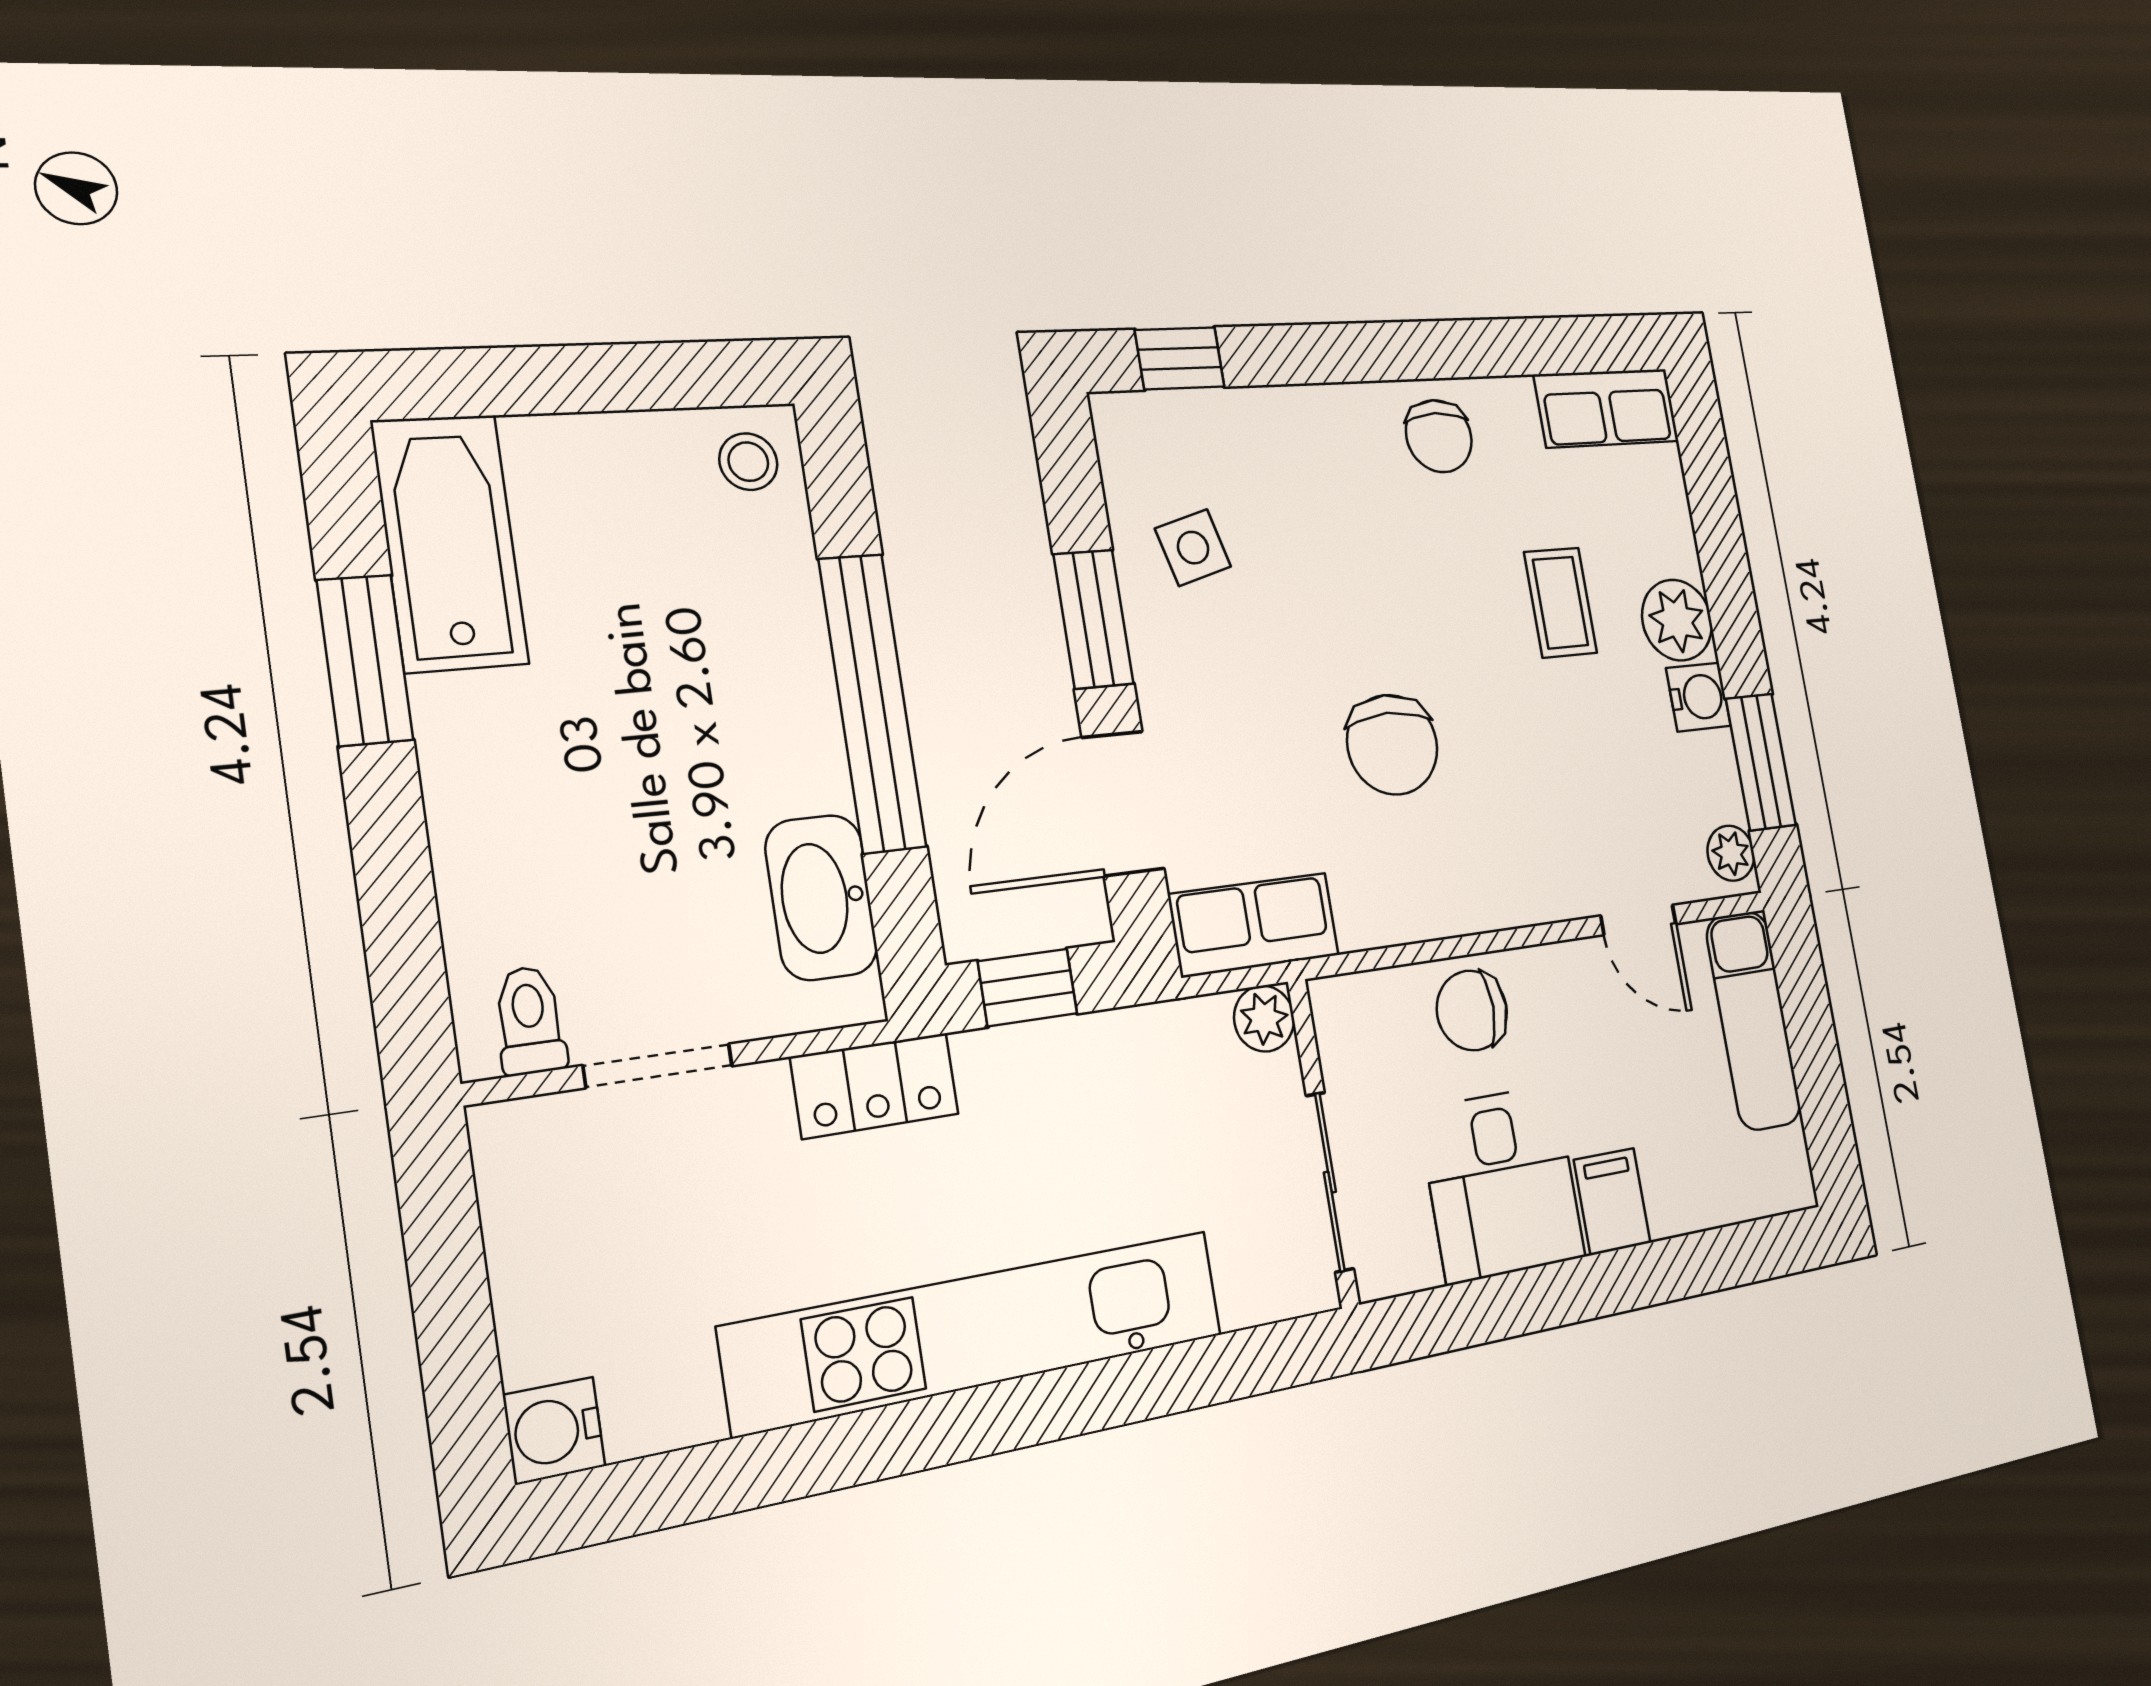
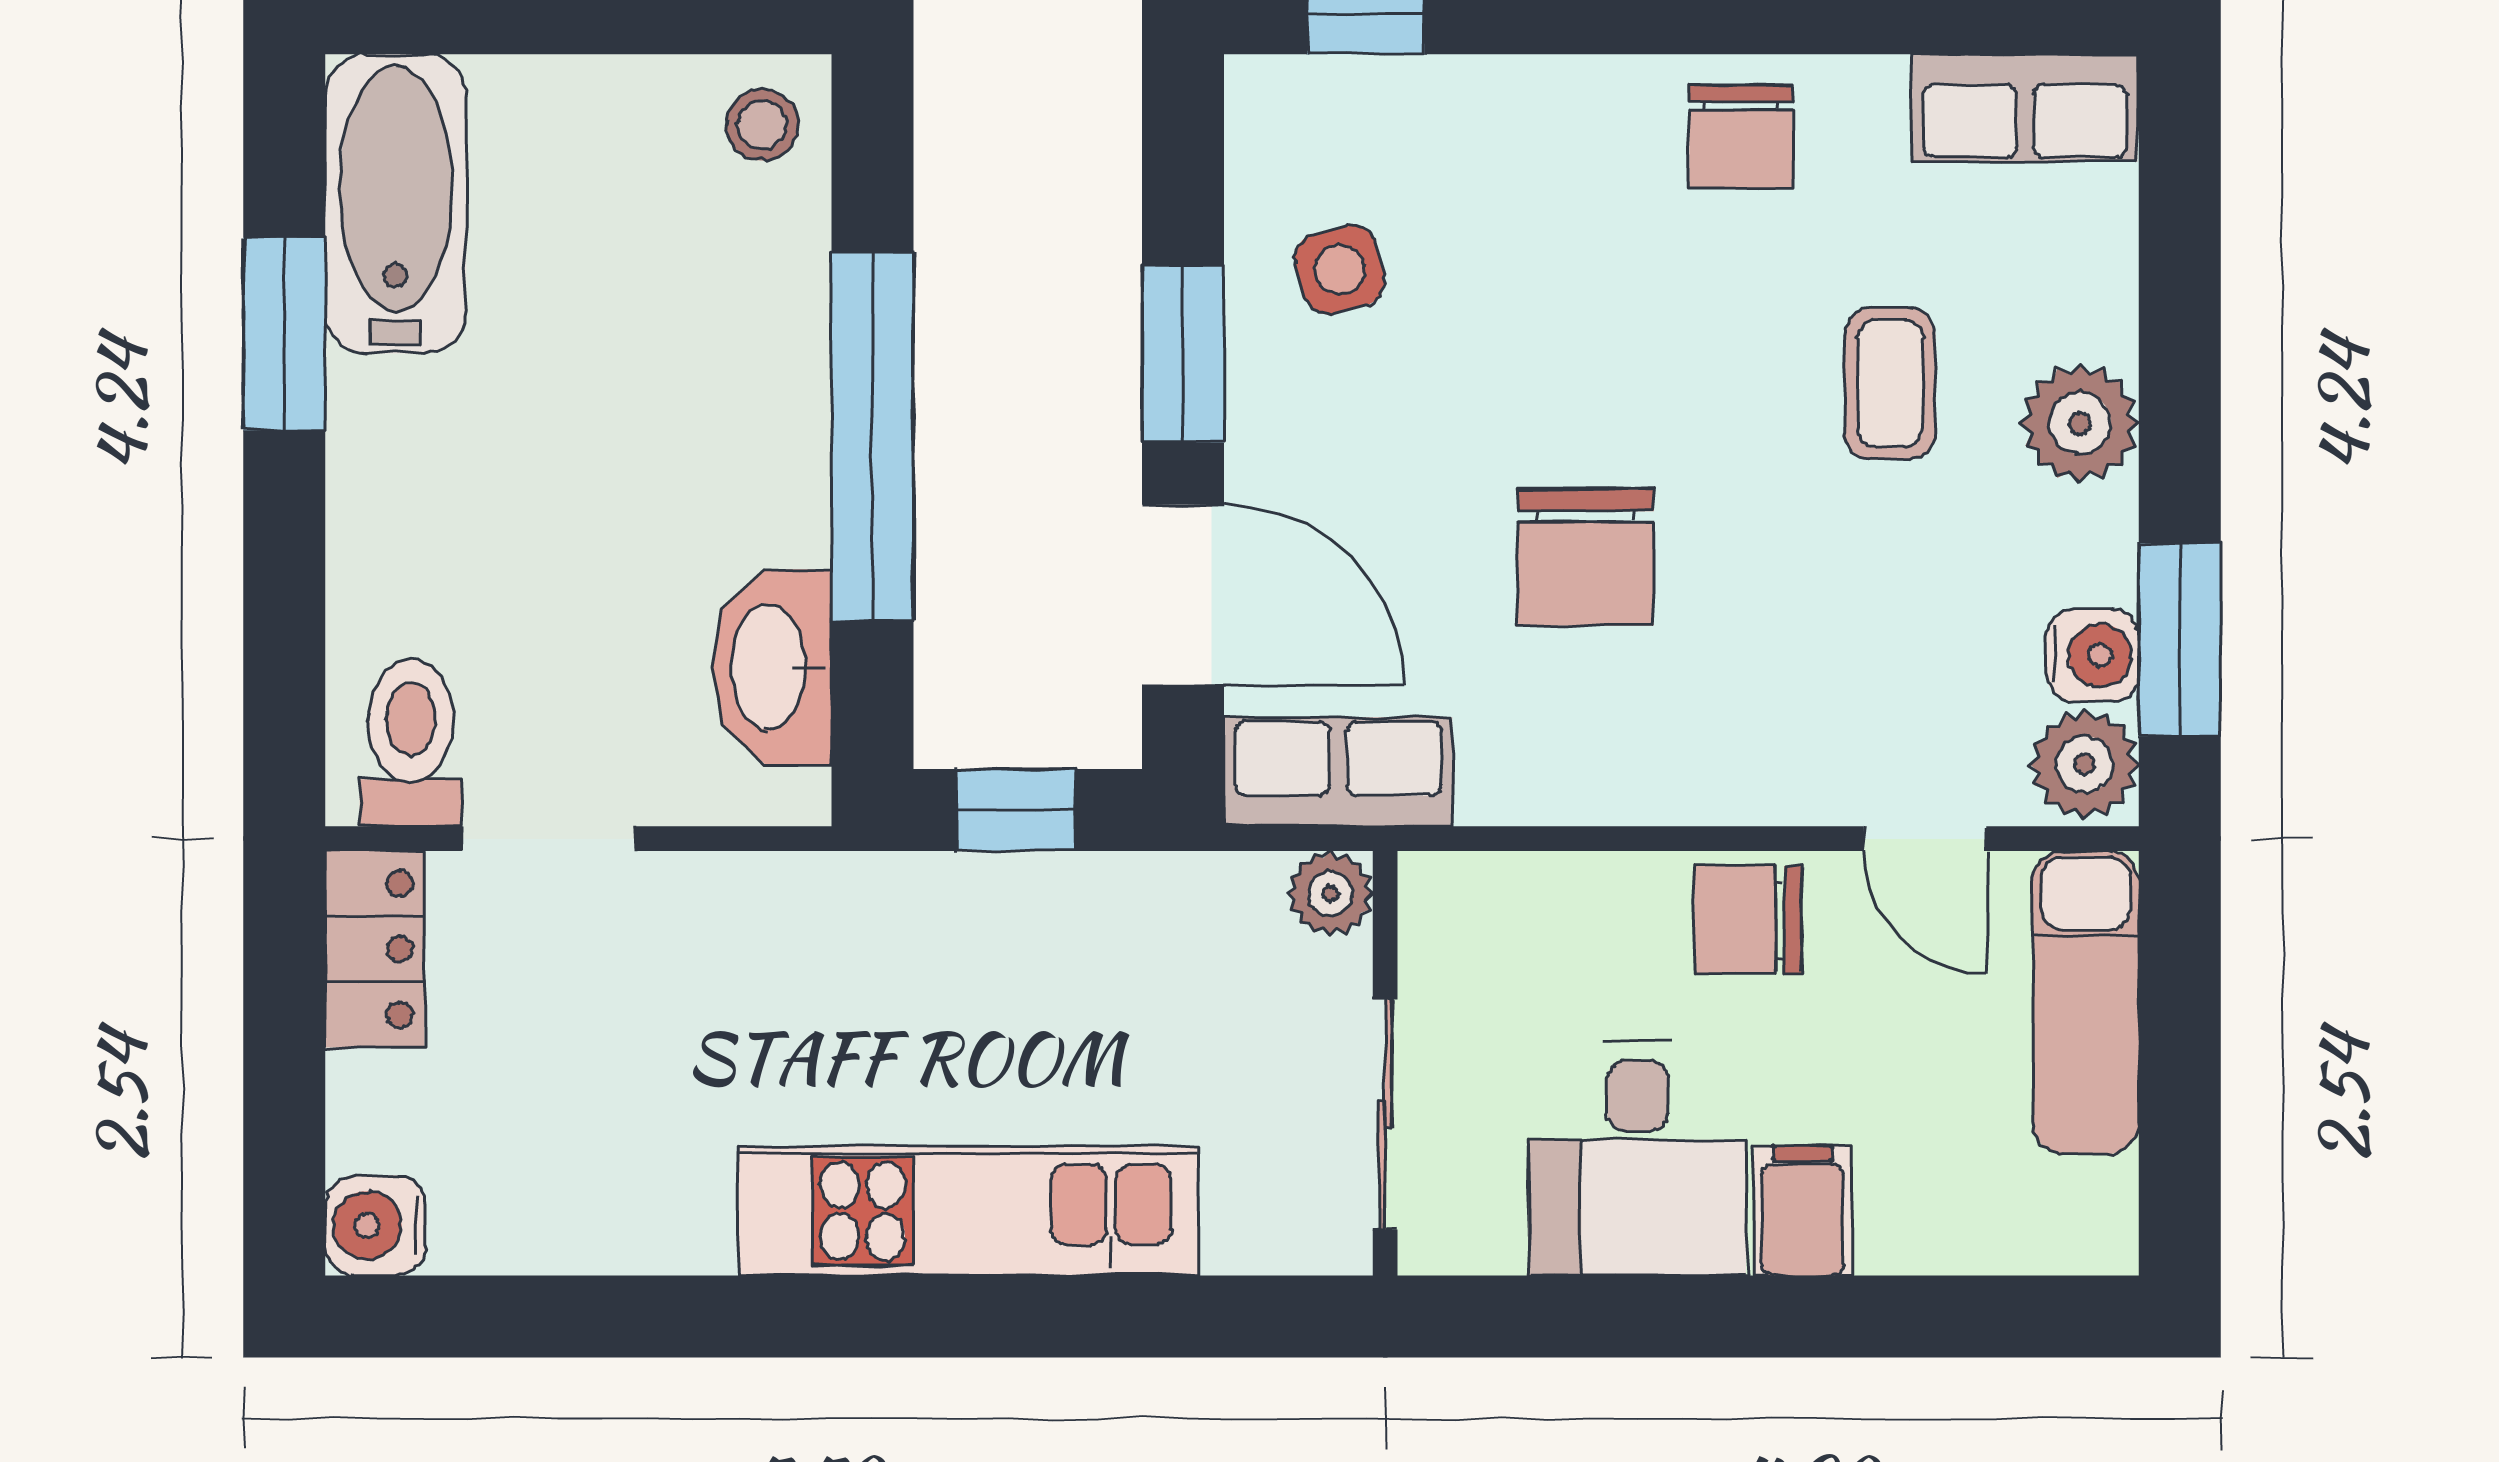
water cooler: (1698, 697) -> (2093, 655), moved
door: (1123, 803) -> (1183, 595), swing flipped
plant: (1731, 853) -> (2085, 764), width x1.38, depth x1.38
chair: (1472, 1010) -> (1748, 920), moved
toilet: (530, 1020) -> (411, 743), width x1.37, depth x1.39
locker: (875, 1086) -> (375, 949), moved, turned -90
kitchen unit: (978, 1331) -> (968, 1211), width x0.73

